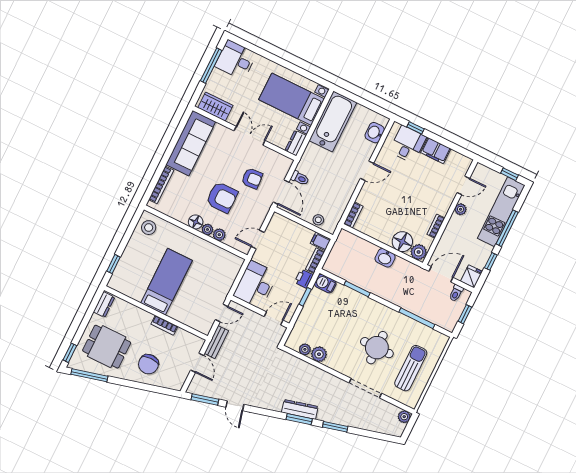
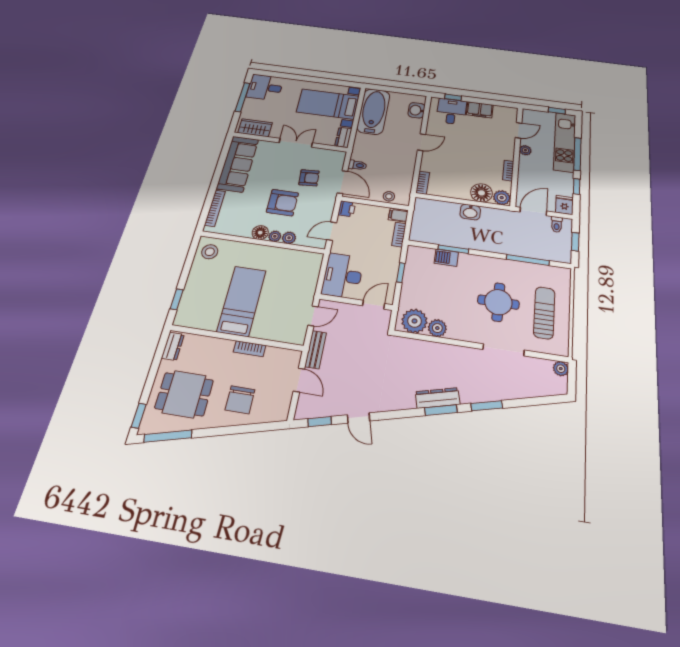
printer: (304, 279) -> (347, 209), moved, turned 180
barbecue: (325, 284) -> (446, 258), moved
plant: (305, 349) -> (414, 321), width x1.87, depth x1.87
window: (205, 399) -> (320, 422), width x0.67

